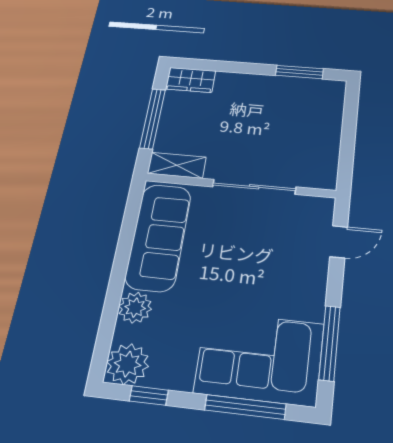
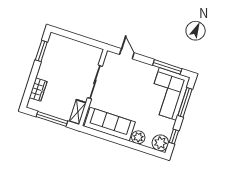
wardrobe: (191, 80) -> (38, 89), moved

